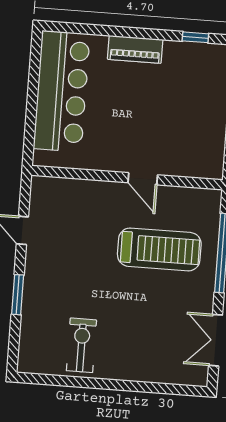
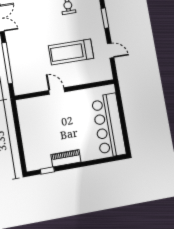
piano: (135, 49) -> (66, 158), moved
treadmill: (159, 249) -> (71, 52), moved

